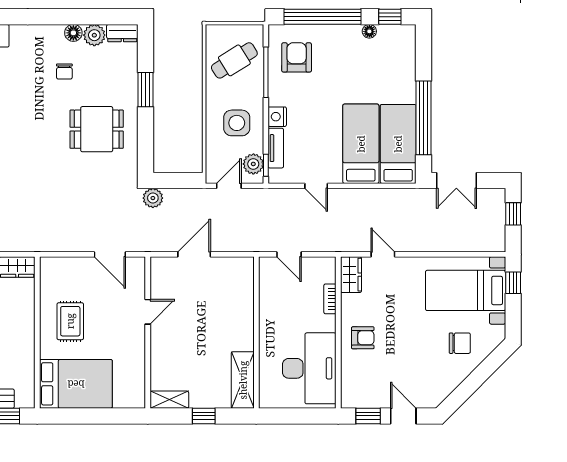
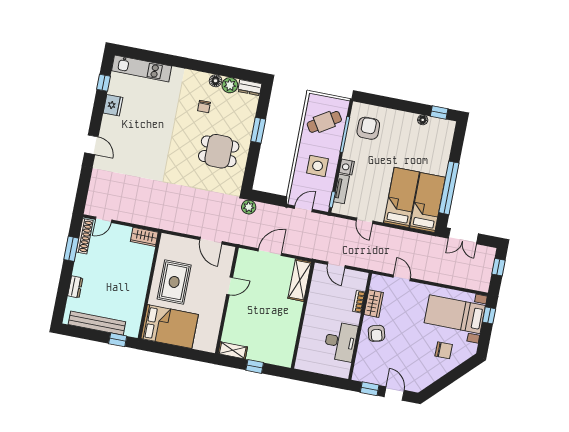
window: (322, 17) -> (392, 103), removed
plant: (253, 164) -> (324, 197), removed
wardrobe: (351, 275) -> (374, 304), moved
rug: (70, 321) -> (174, 282), width x1.36, depth x1.43
armchair: (363, 338) -> (376, 333), turned 75
desk: (309, 368) -> (341, 342), width x0.73, depth x0.77
shelving: (243, 380) -> (300, 280), moved

